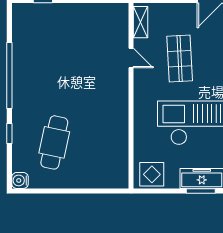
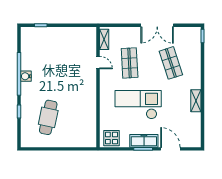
water cooler: (20, 180) -> (26, 76), moved

